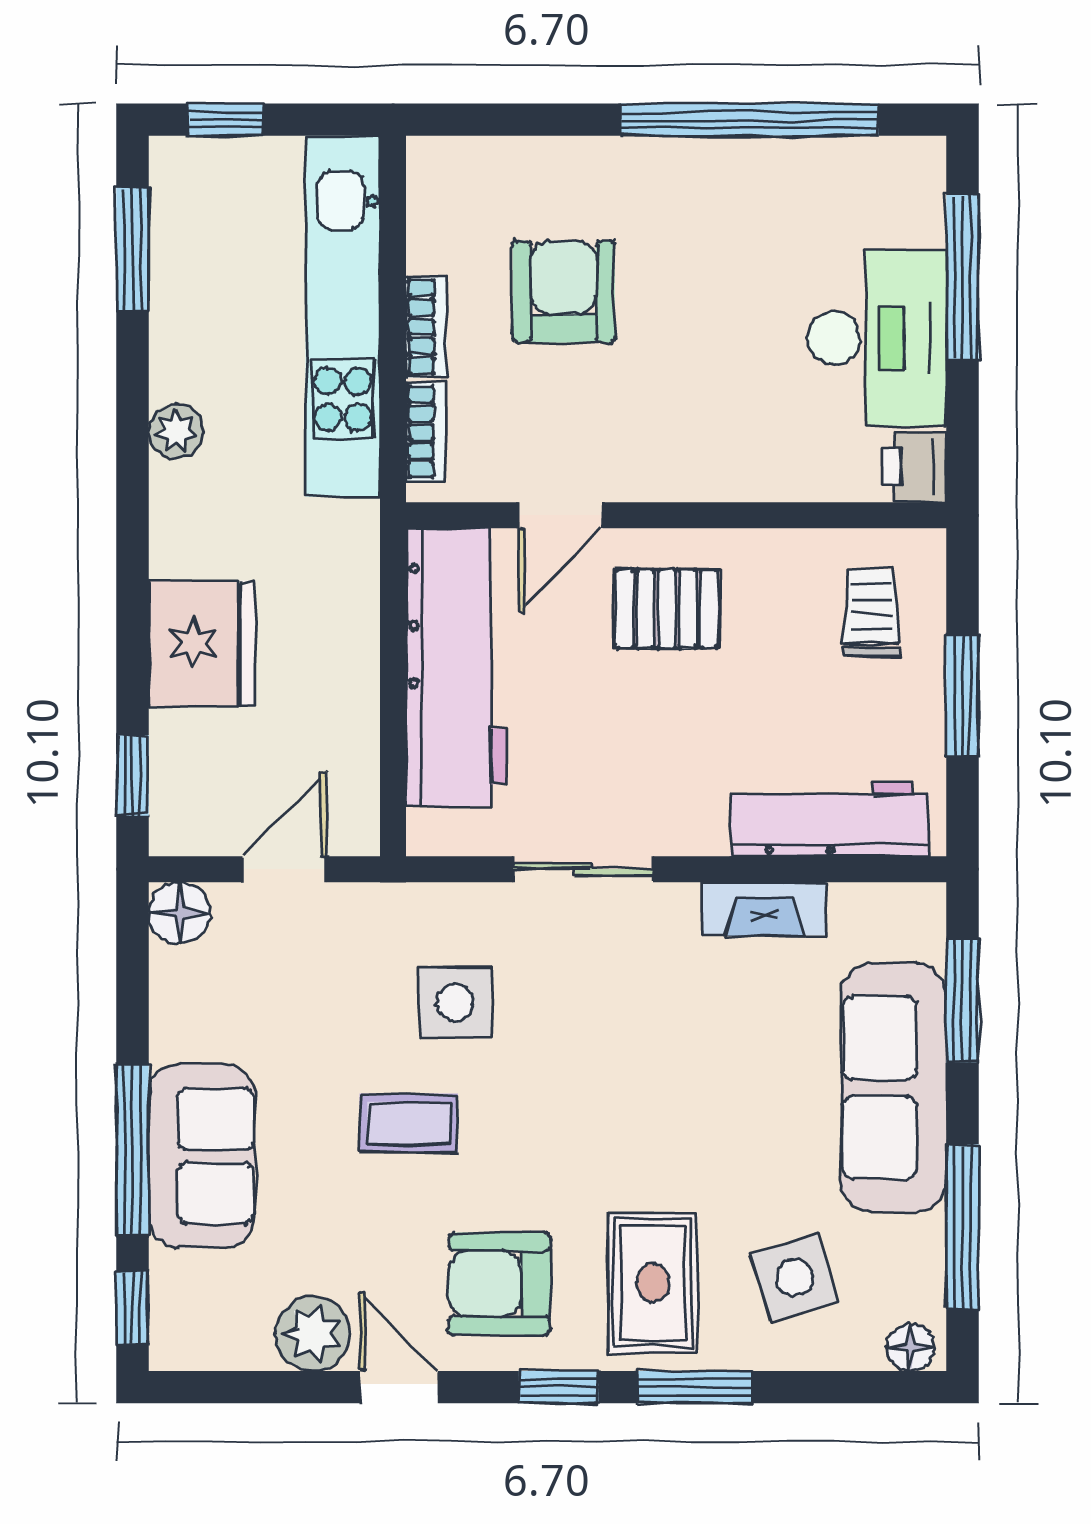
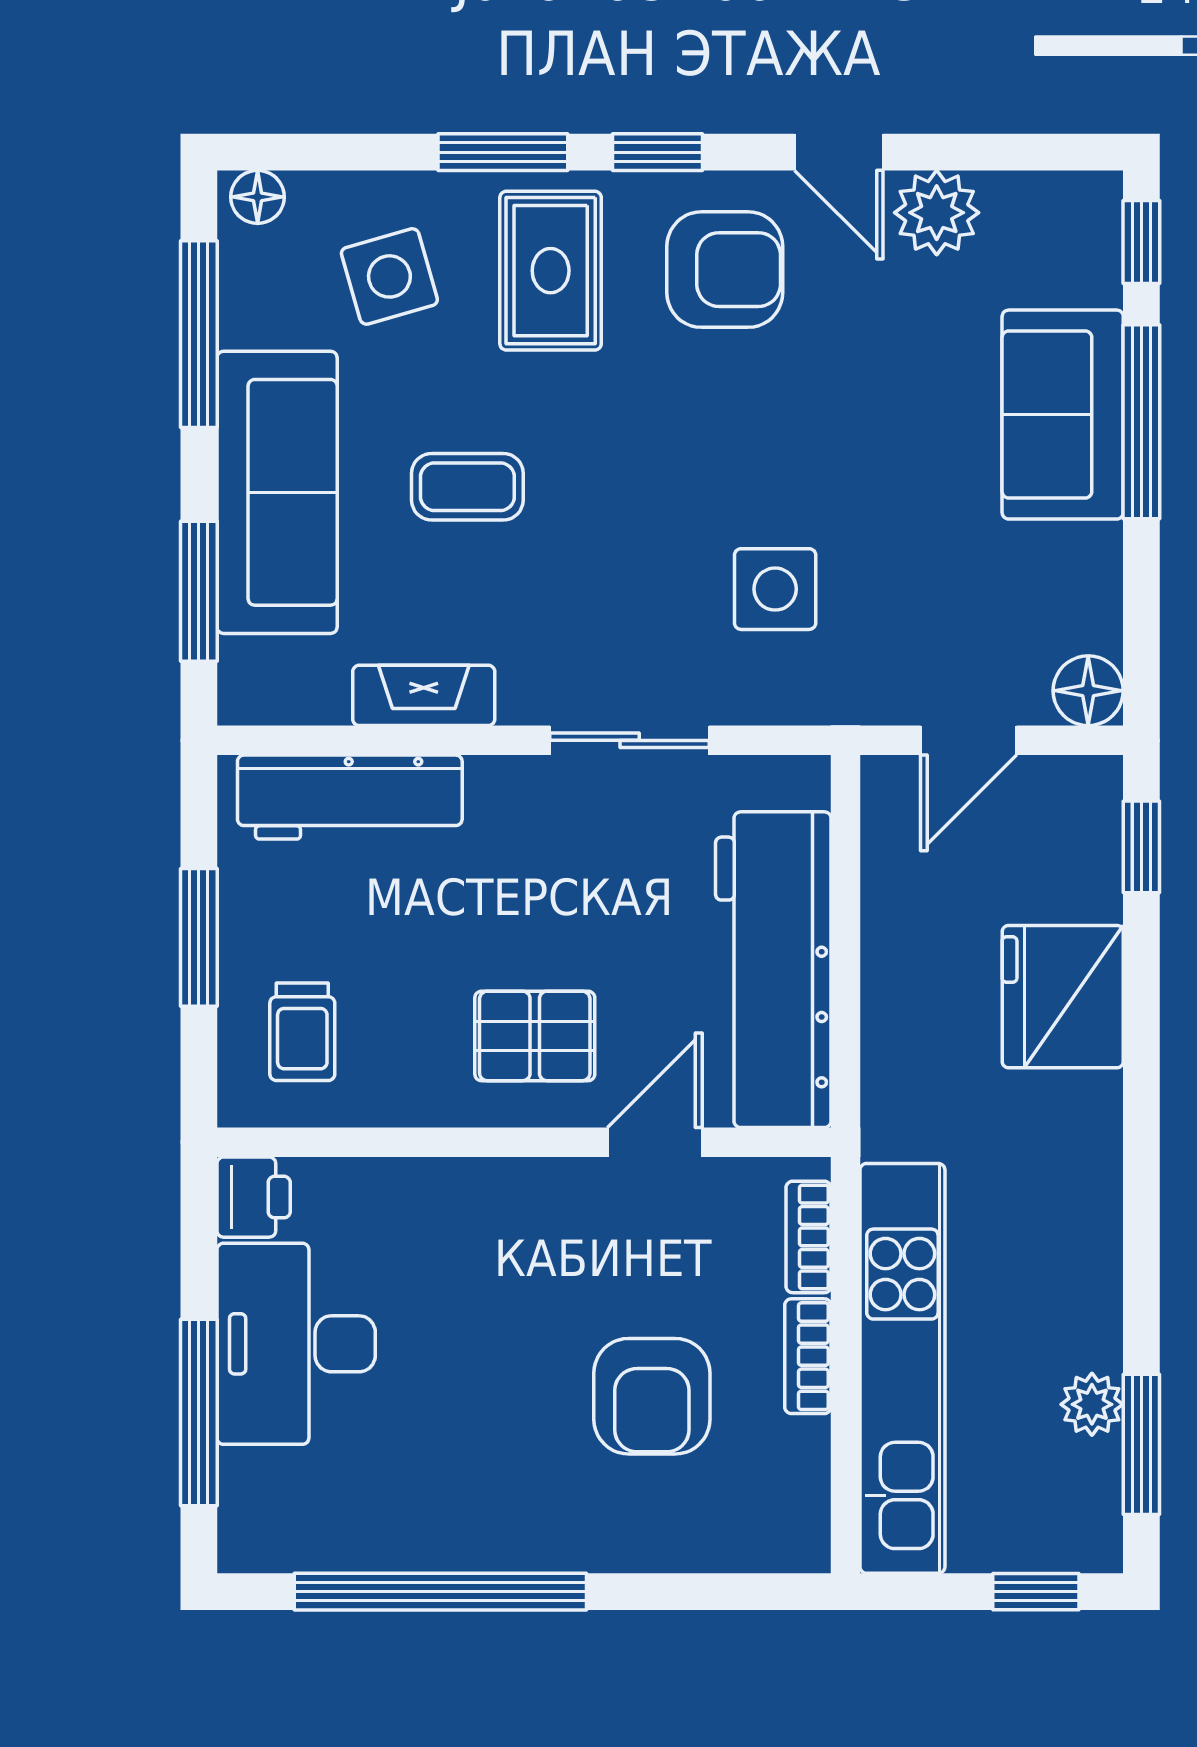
plant: (176, 431) -> (1092, 1404), moved
coffee table: (409, 1123) -> (467, 487), moved

